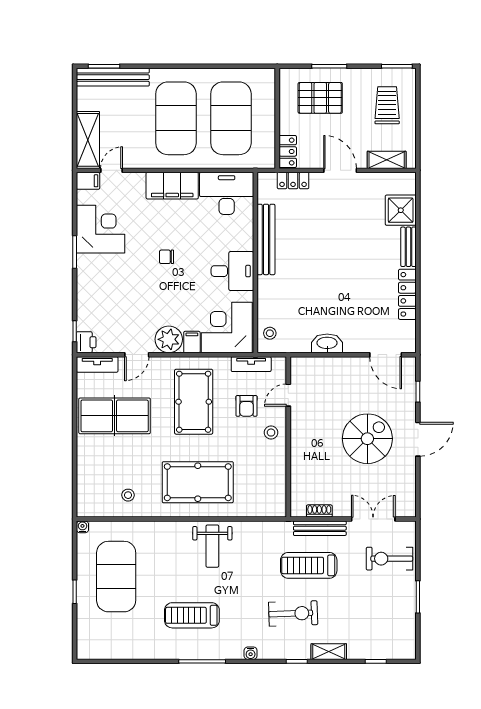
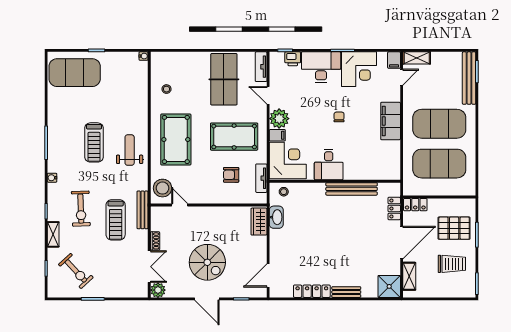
pallet: (320, 98) -> (454, 228), turned 90
trolley: (387, 105) -> (452, 264), moved
shelving: (88, 140) -> (417, 58), width x0.67, depth x0.75
door: (112, 170) -> (402, 77), hinge flipped
door: (340, 170) -> (402, 243), width x1.36
desk: (227, 193) -> (321, 67), moved, turned -90
shower: (401, 210) -> (389, 286), moved
printer: (86, 342) -> (293, 59), moved
washbasin: (327, 343) -> (276, 217), moved
wardrobe: (311, 367) -> (259, 222), added
door: (288, 395) -> (180, 205), moved
stool: (271, 433) -> (162, 188), moved, width x1.89, depth x1.89
plant: (406, 507) -> (158, 290), added
shoe rack: (319, 511) -> (155, 241), moved
bench: (320, 528) -> (143, 210), moved
weight bench: (212, 546) -> (130, 150), turned 90
exercise bike: (389, 559) -> (76, 271), moved, turned 137
treadmill: (309, 565) -> (116, 220), turned 180
exercise mat: (116, 577) -> (75, 73), moved
treadmill: (192, 615) -> (94, 142), moved, turned 180

